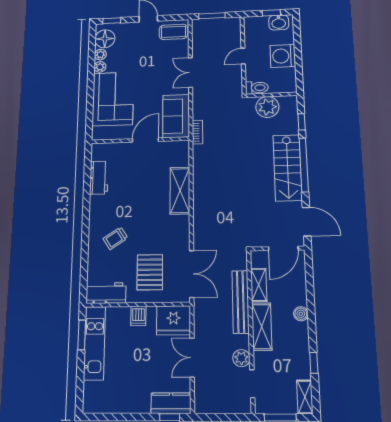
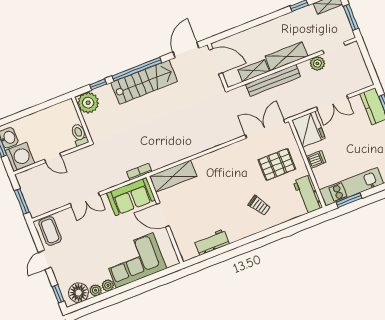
washing machine: (283, 56) -> (20, 157), moved, turned -90
plant: (267, 107) -> (88, 103), moved
shelving: (180, 191) -> (173, 176), moved
boiler: (301, 314) -> (264, 29), removed

